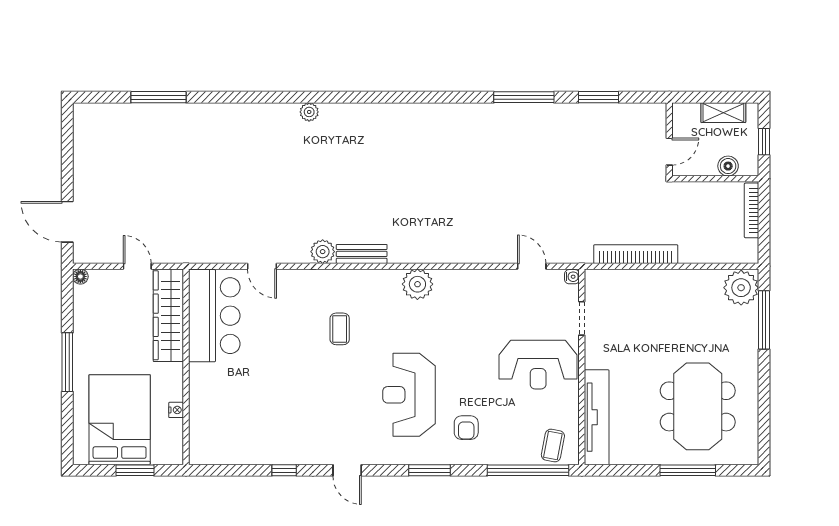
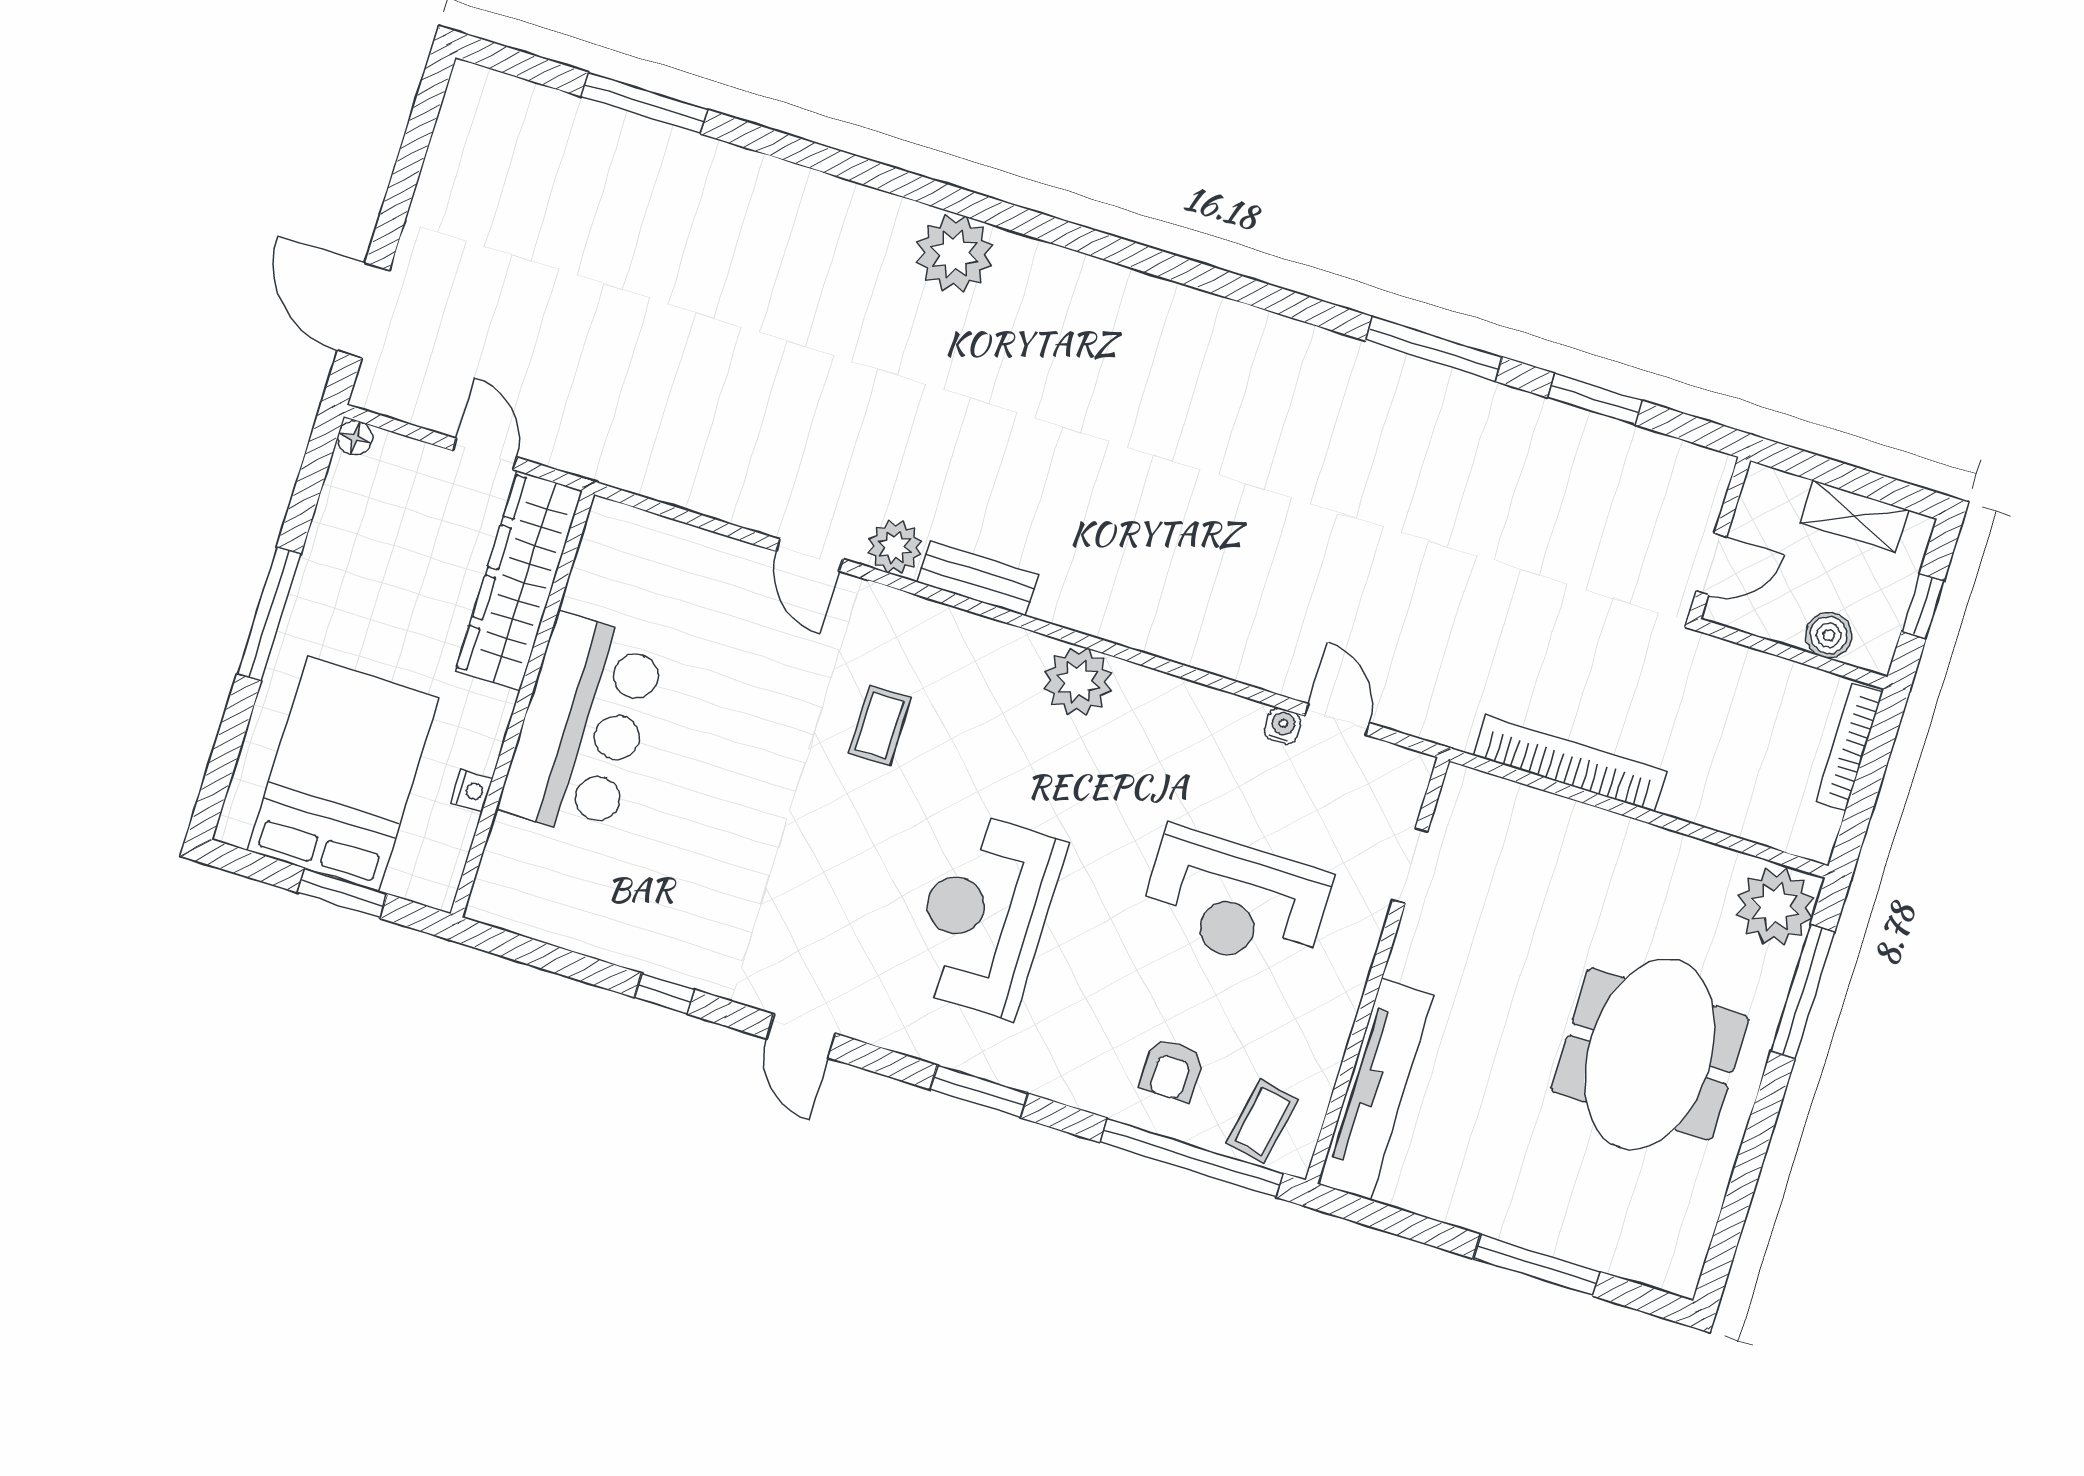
plant: (309, 112) -> (954, 254), width x1.87, depth x1.87
door: (262, 266) -> (810, 555), moved
water cooler: (572, 277) -> (1283, 726), moved, turned -90
bar counter: (214, 316) -> (582, 727), moved
reception desk: (538, 365) -> (1235, 901), moved
meeting table: (698, 406) -> (1650, 1054), moved
armchair: (466, 428) -> (1172, 1070), moved

